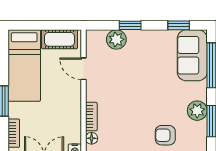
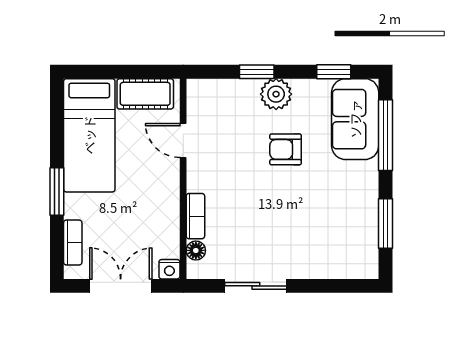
plant: (116, 39) -> (276, 94), moved
plant: (197, 111) -> (363, 207), removed
armchair: (165, 135) -> (286, 149), moved

